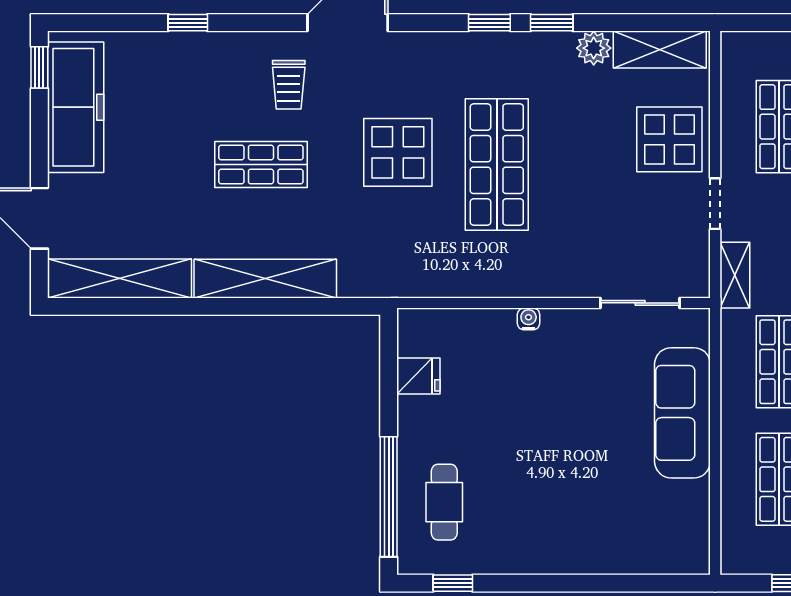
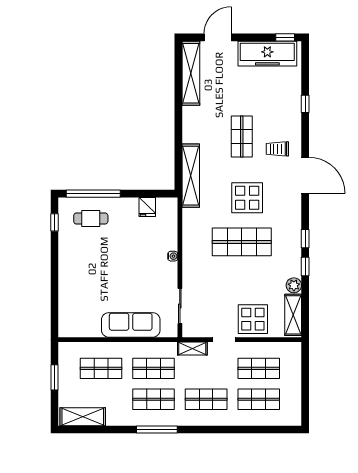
shelving: (265, 279) -> (191, 176), moved

